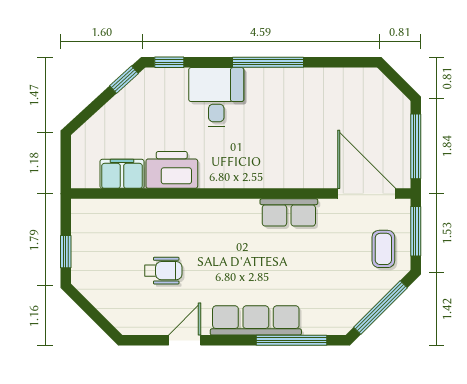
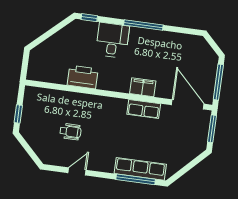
window: (124, 80) -> (63, 24), removed
filing cabinet: (122, 174) -> (143, 87), moved
coffee table: (383, 249) -> (193, 136), removed
window: (380, 307) -> (187, 168), removed
row of seats: (256, 320) -> (140, 169), moved

